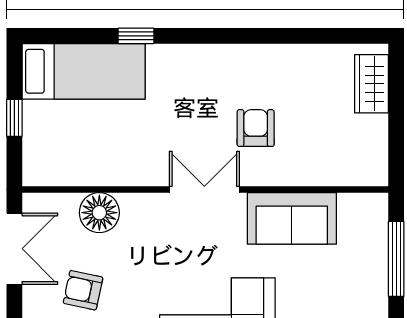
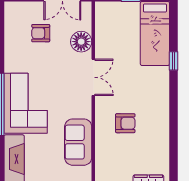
double door: (204, 189) -> (93, 77), moved
armchair: (83, 290) -> (41, 33), turned -102

